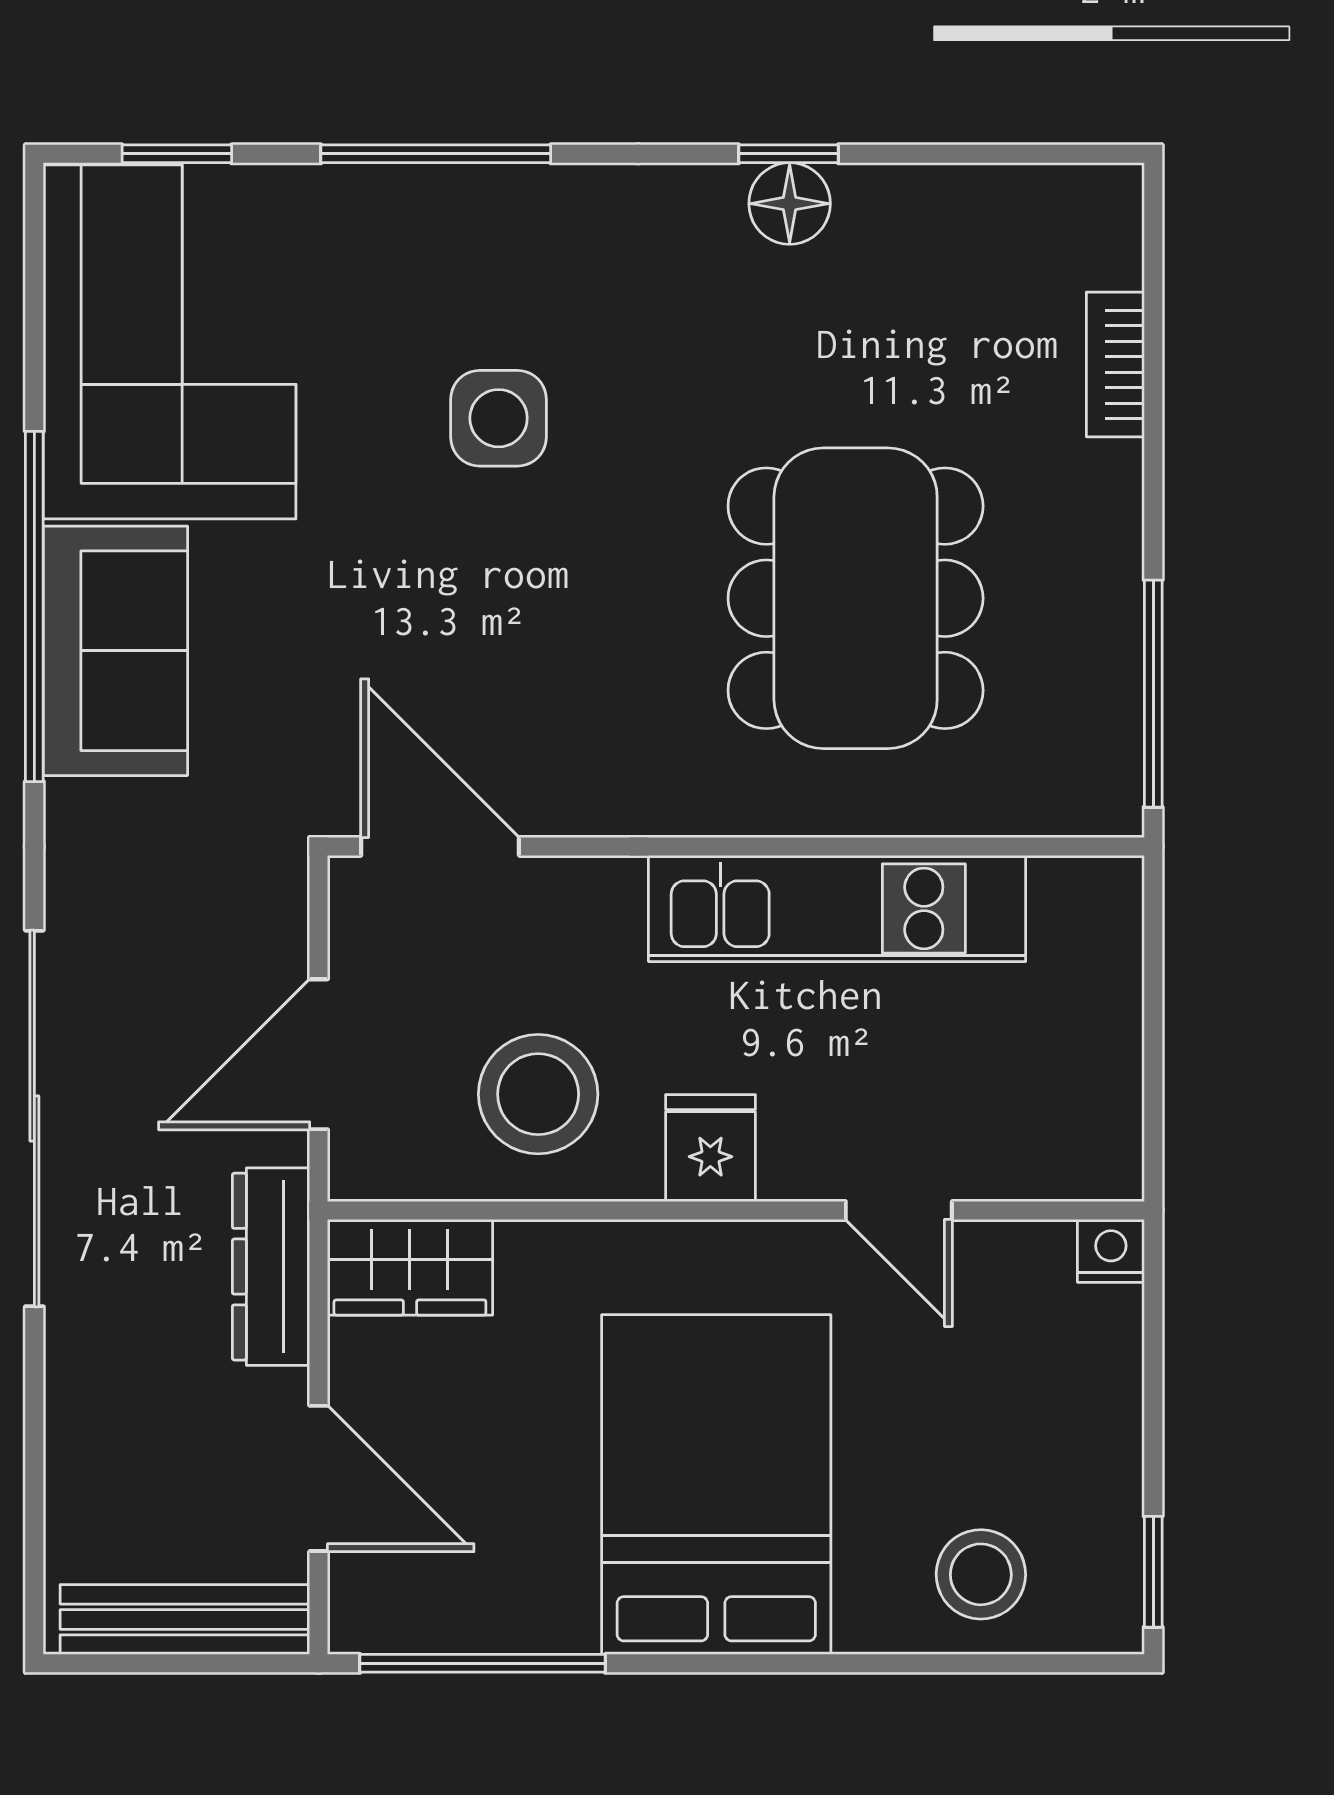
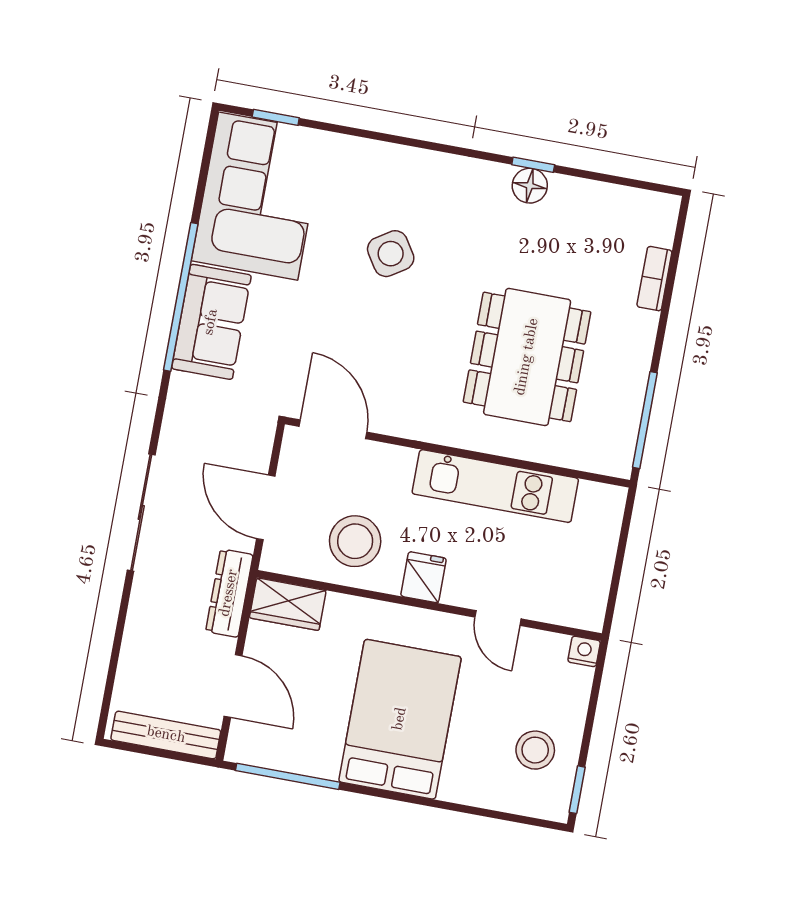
window: (436, 154) -> (385, 137), removed
side table: (499, 418) -> (391, 254), turned -33
door: (319, 1054) -> (266, 507), hinge flipped
sliding door: (34, 1118) -> (141, 512), width x0.73
stool: (981, 1574) -> (535, 750), moved

